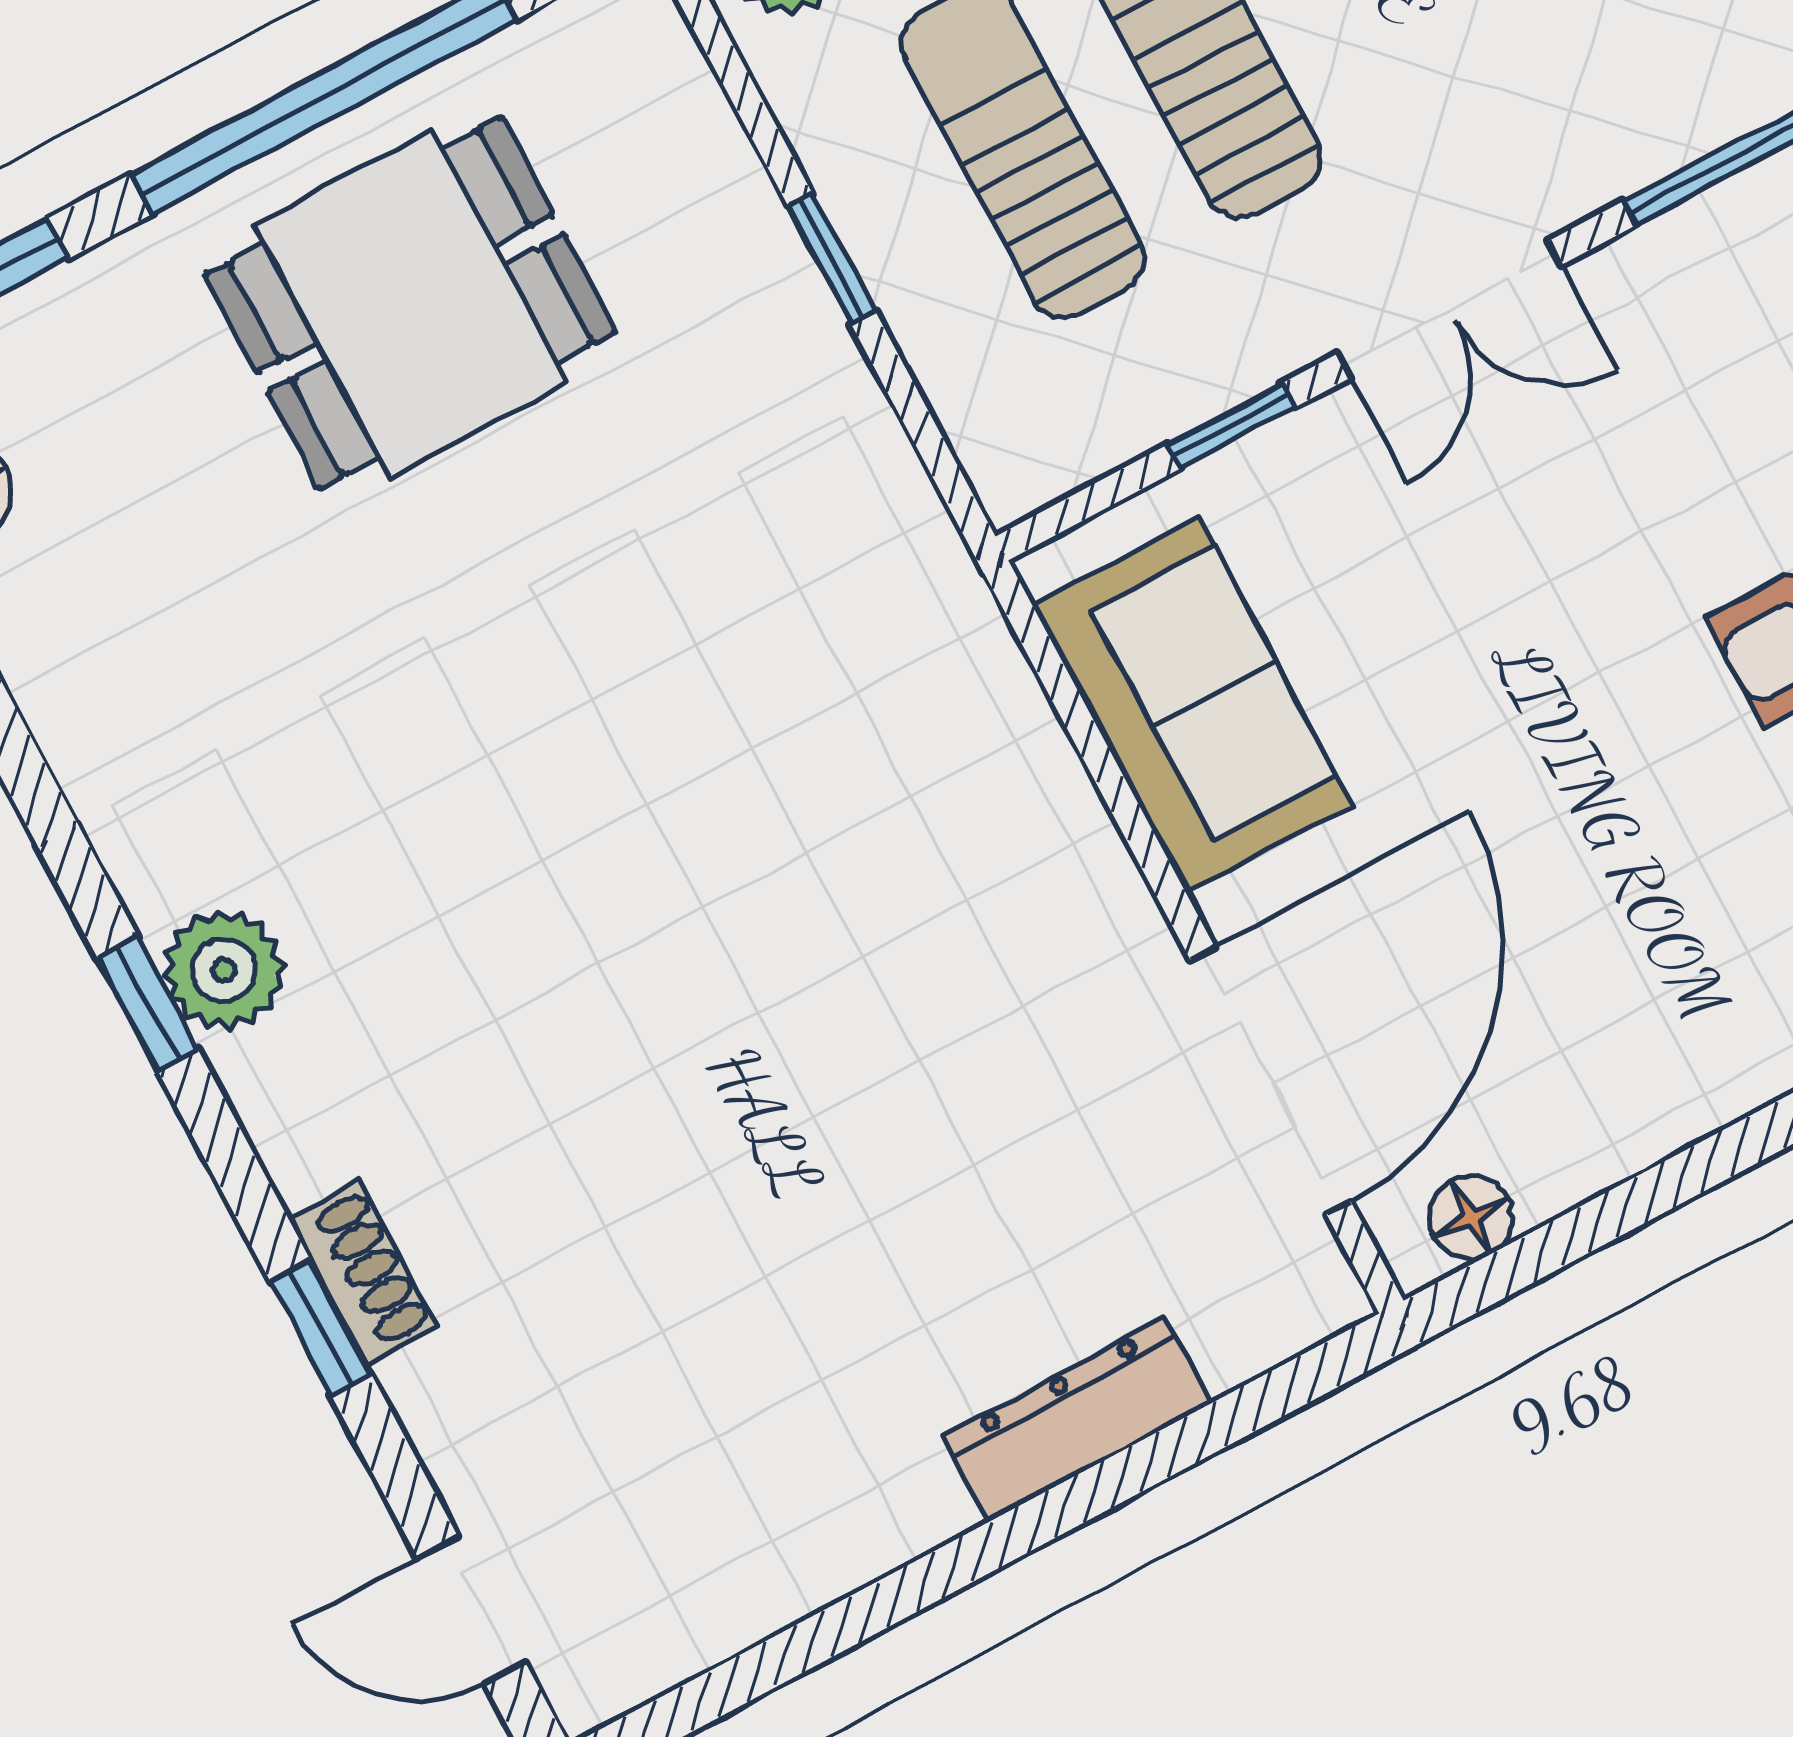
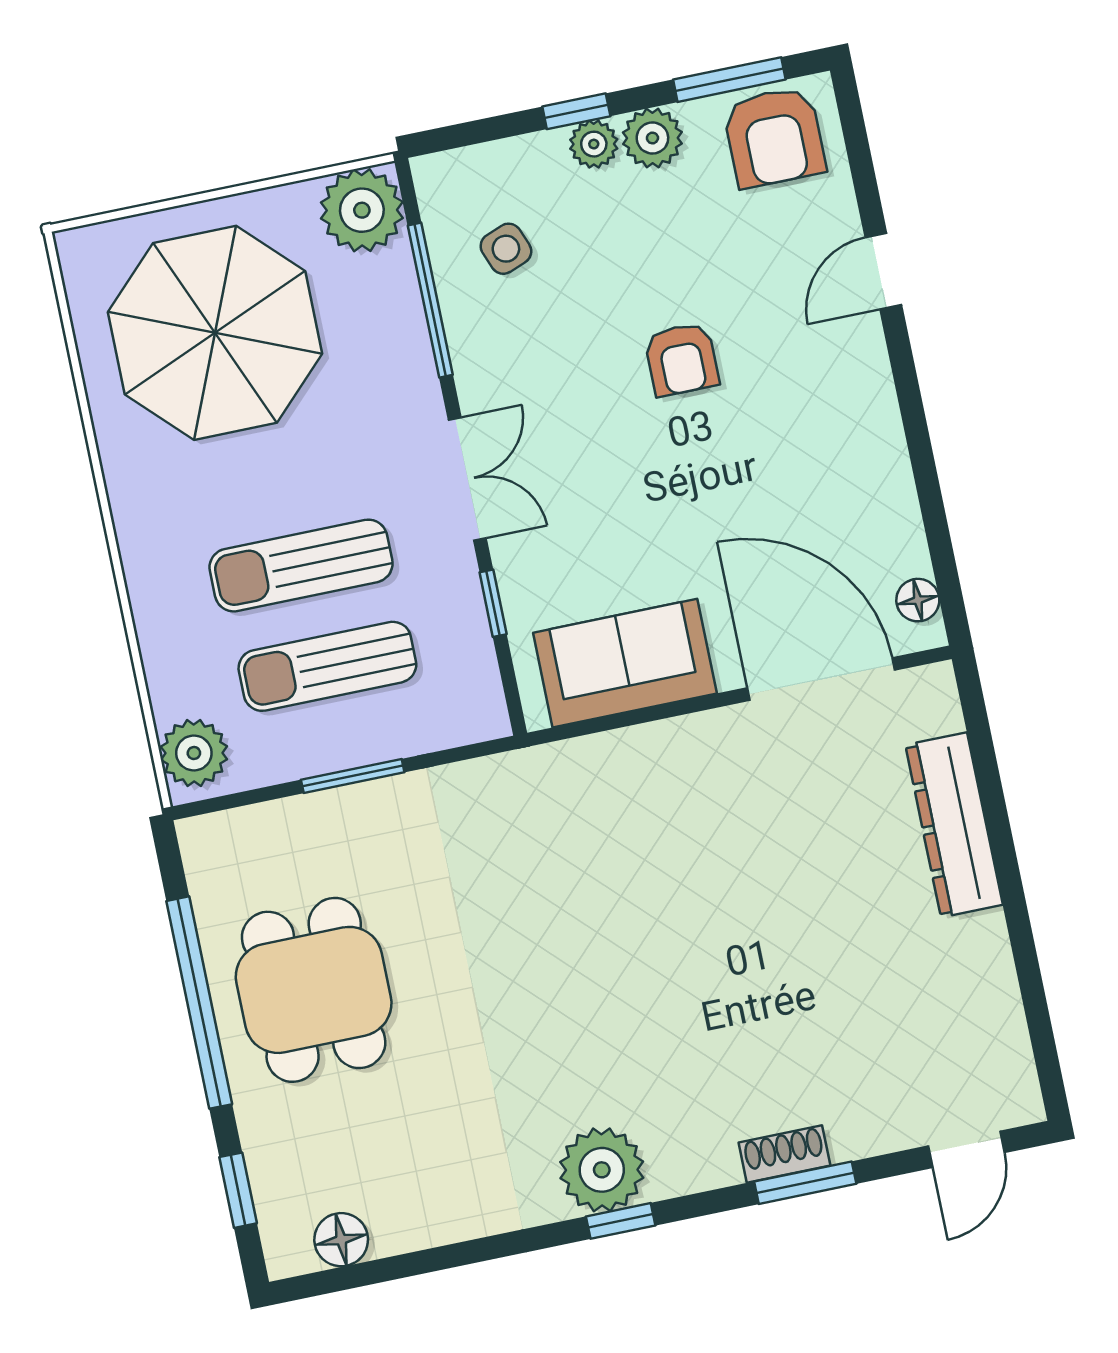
window: (832, 259) -> (353, 776), width x1.50
plant: (224, 970) -> (602, 1170), width x1.36, depth x1.36
window: (321, 1327) -> (805, 1183), width x1.50
dresser: (1077, 1419) -> (954, 825), width x1.37, depth x1.24

